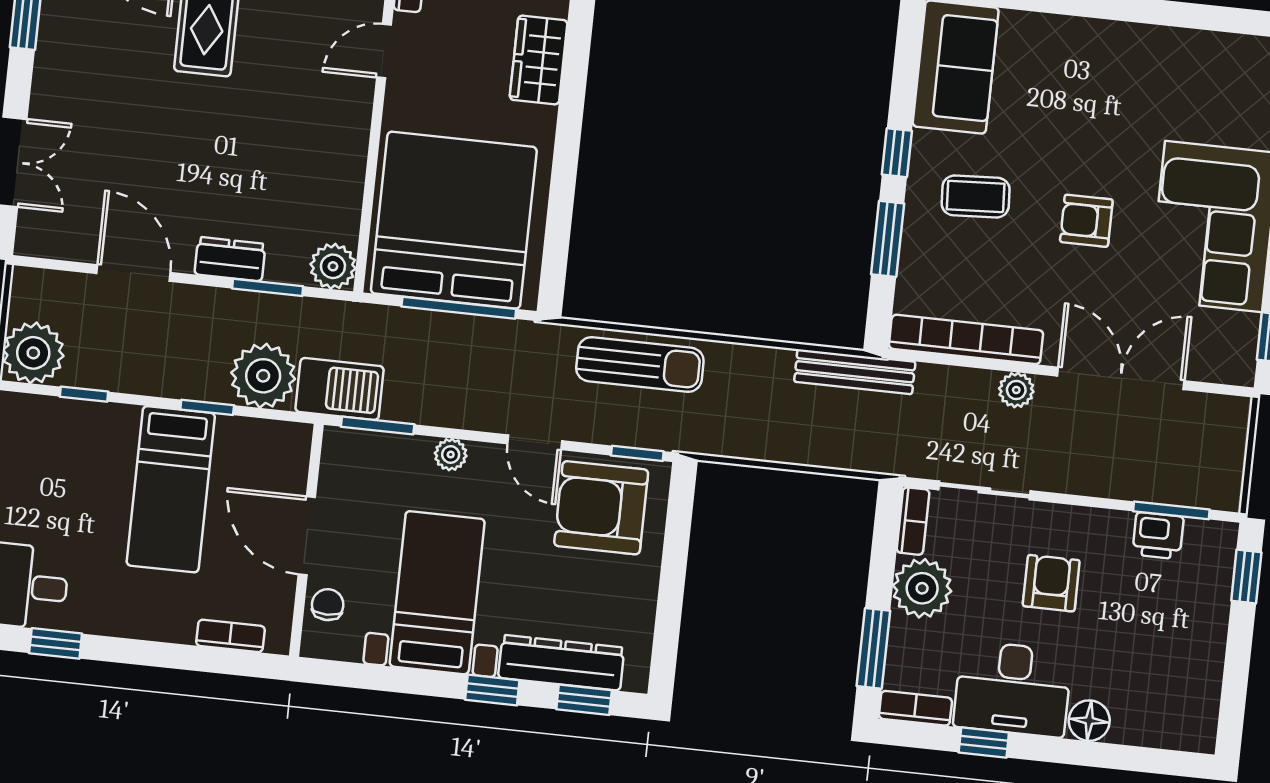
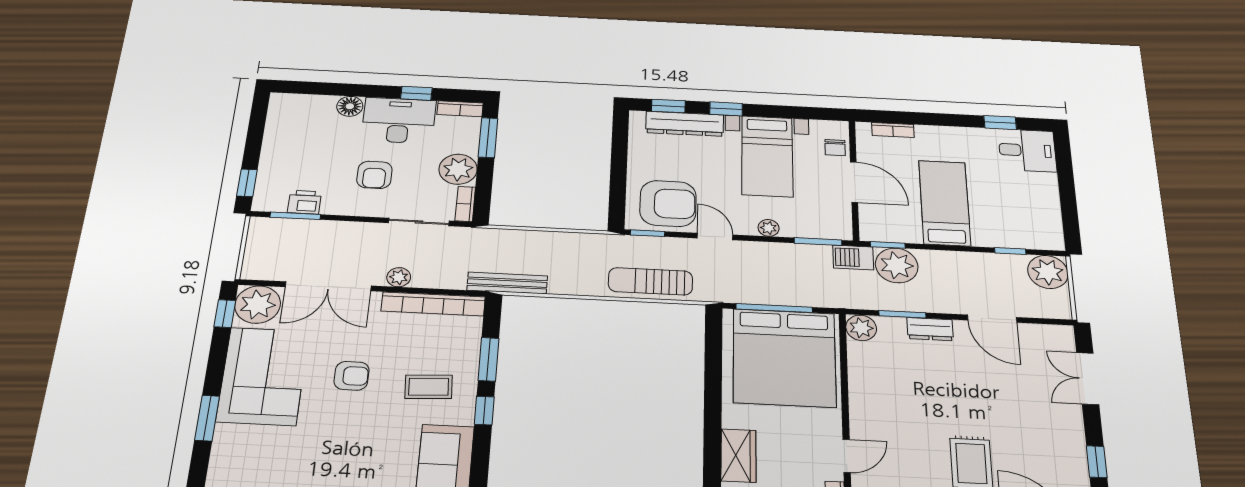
plant: (1224, 351) -> (258, 305), added
barbecue: (340, 389) -> (853, 257), width x0.73, depth x0.79
window: (207, 407) -> (888, 245), moved

